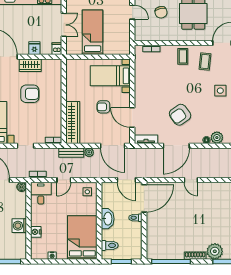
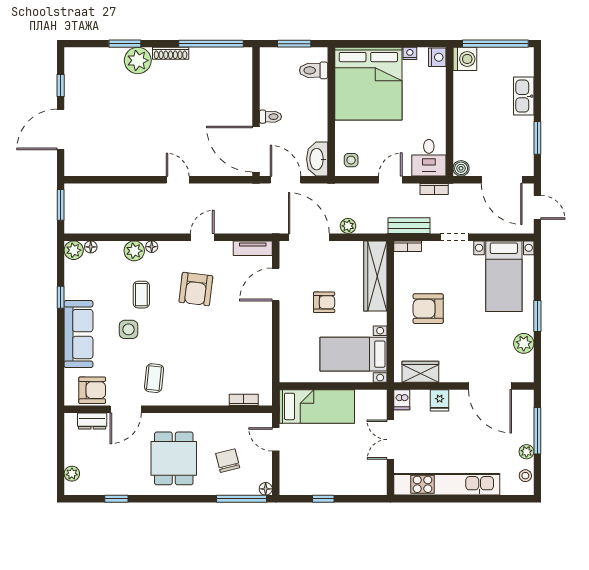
door: (132, 12) -> (276, 439), moved
bed: (93, 32) -> (317, 406), moved, turned -90
coffee table: (183, 56) -> (141, 295), moved
wardrobe: (30, 65) -> (420, 372), moved
bed with nightstands: (110, 76) -> (353, 354), moved, turned 180
armchair: (30, 94) -> (428, 309), moved
armchair: (180, 115) -> (196, 289), turned 132
door: (132, 117) -> (276, 284), swing flipped
door: (176, 146) -> (202, 237), width x0.53
bench: (71, 153) -> (409, 226), moved
door: (144, 198) -> (256, 149), hinge flipped
washbasin: (108, 219) -> (317, 159), moved
washing machine: (19, 226) -> (465, 59), moved
nightstand: (36, 232) -> (437, 57), moved
bed: (82, 238) -> (368, 84), width x1.36

